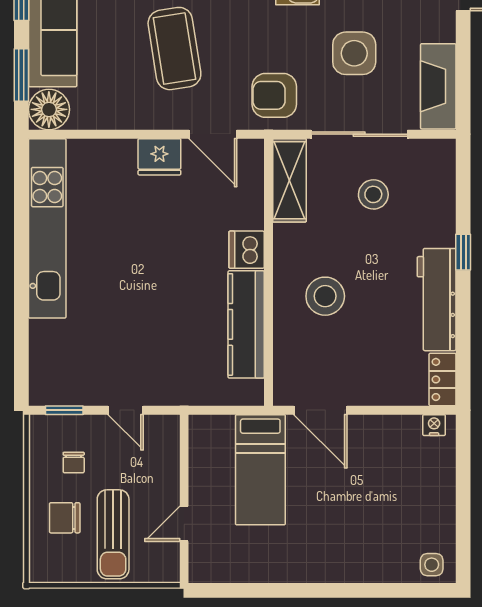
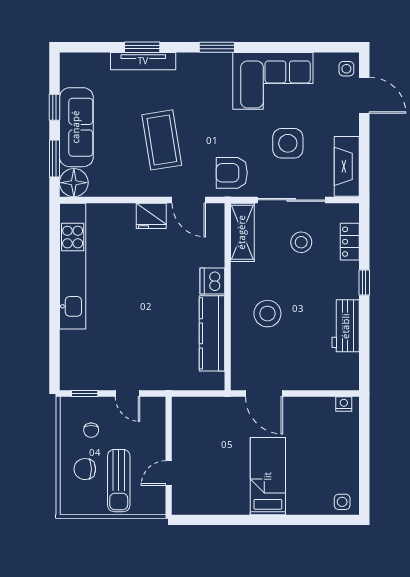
workbench: (437, 300) -> (346, 326), width x0.73
locker: (442, 379) -> (350, 242), moved
bed: (260, 470) -> (268, 476), moved, turned 180

